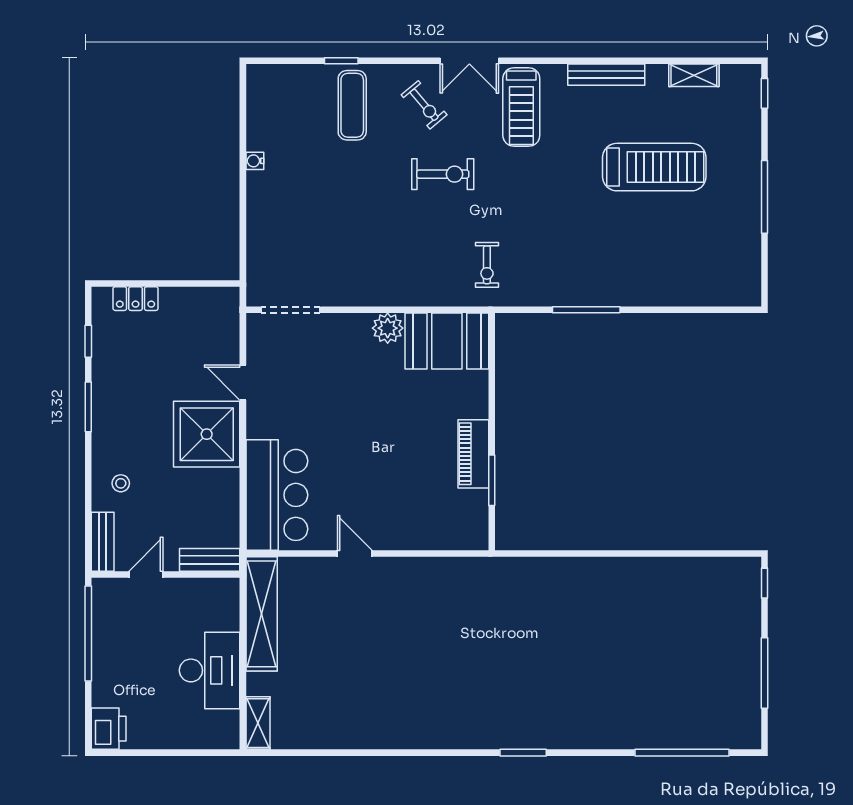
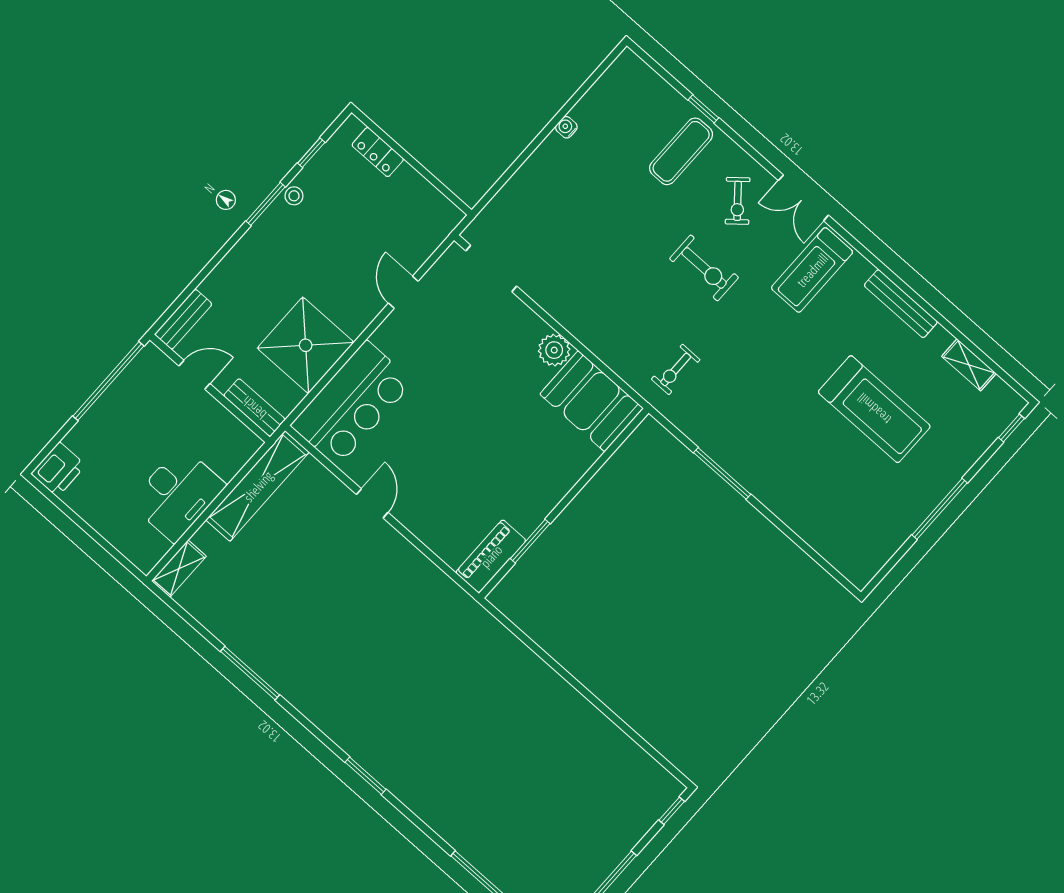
shower: (207, 434) -> (306, 345), moved
piano: (473, 454) -> (491, 556), moved
stool: (121, 483) -> (294, 196), moved
window: (375, 753) -> (250, 673), added

